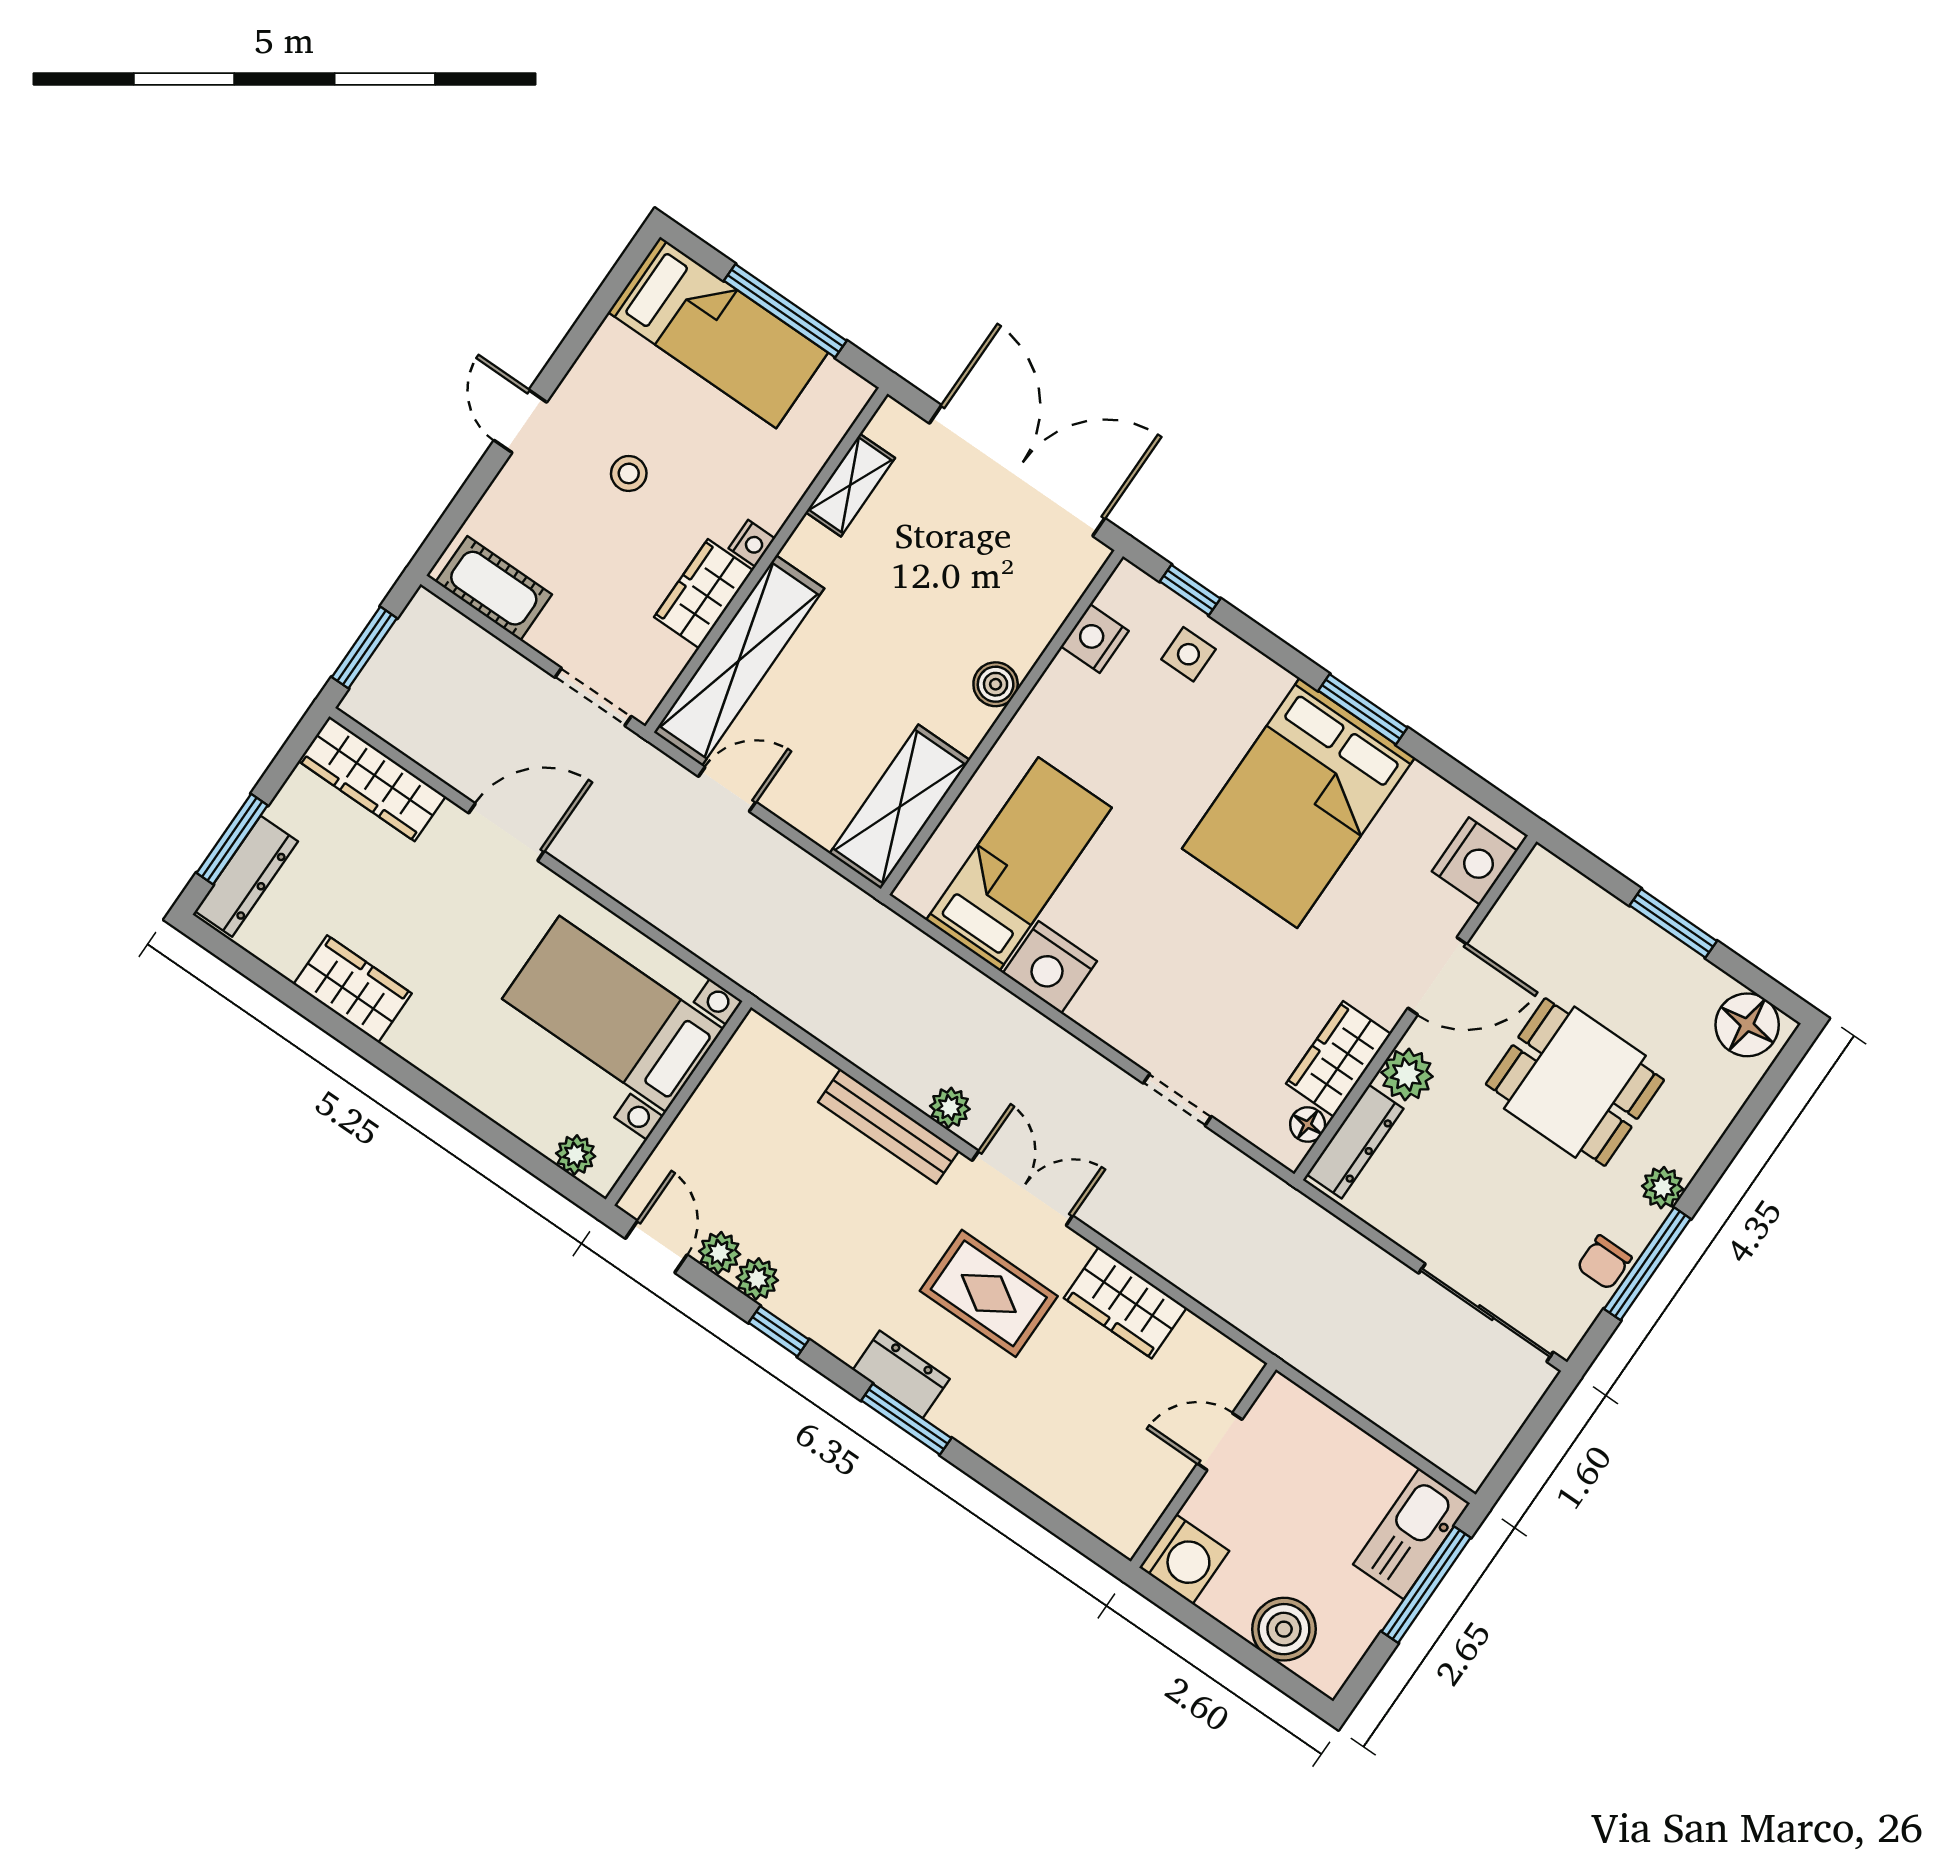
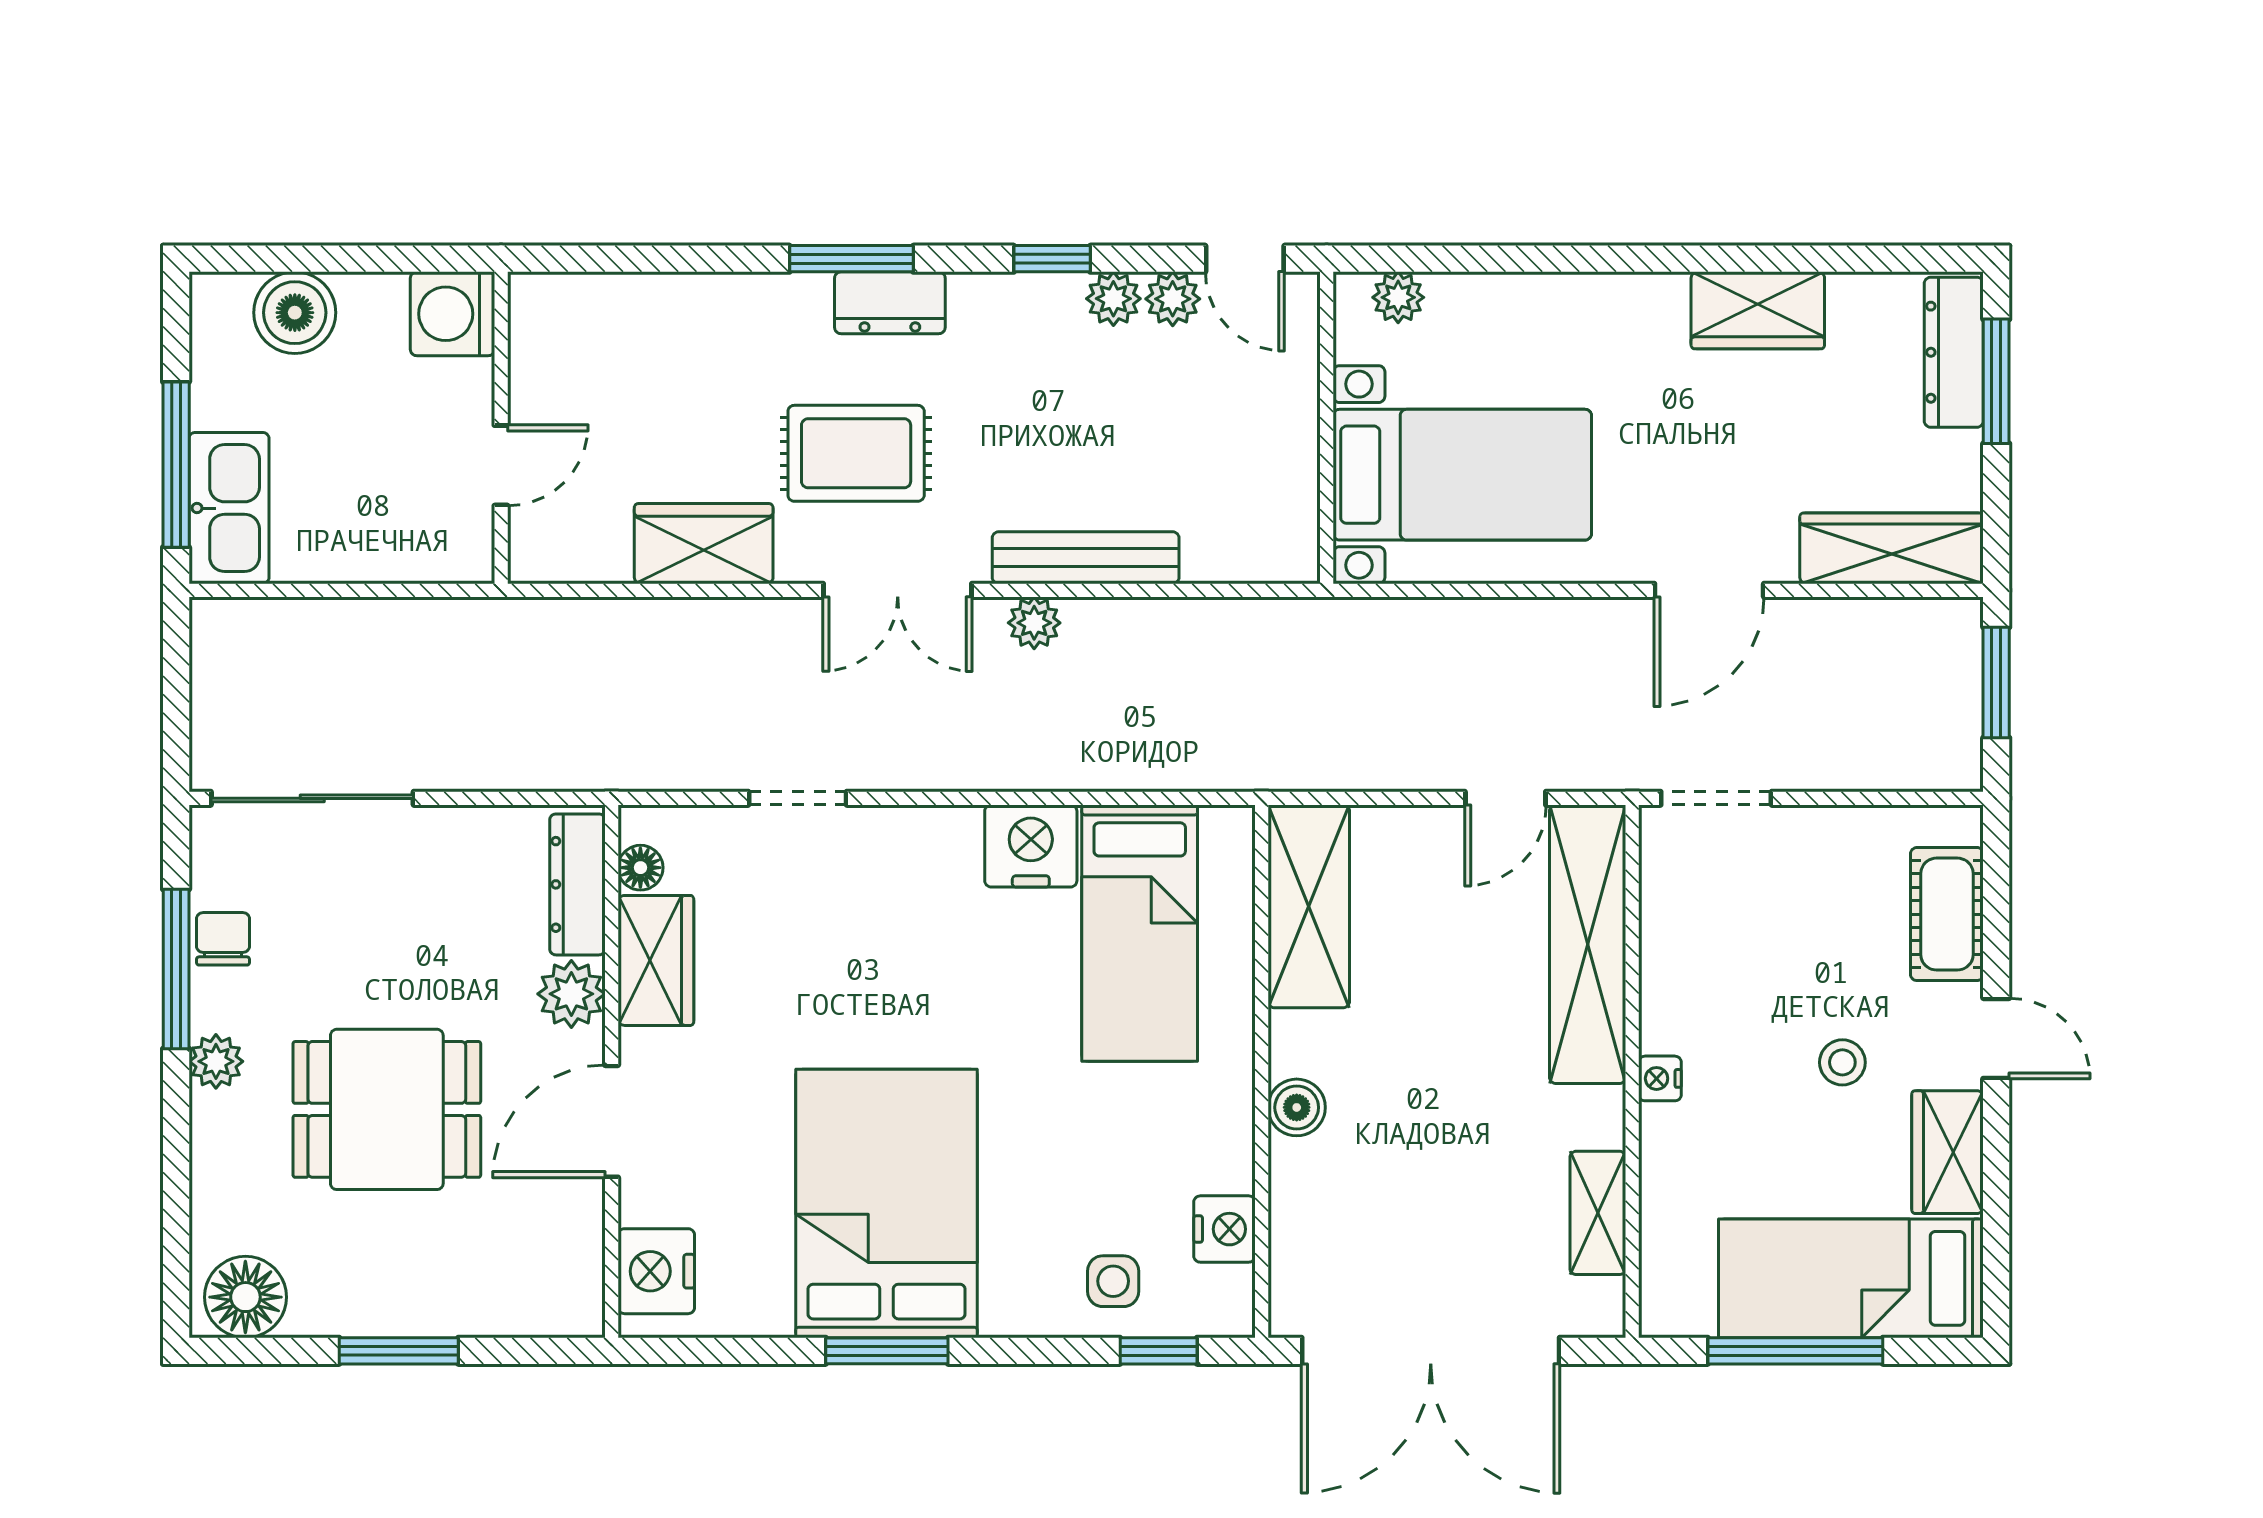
cot: (494, 588) -> (1947, 914), moved, turned 90
wardrobe: (704, 594) -> (1948, 1152), moved, turned 180

